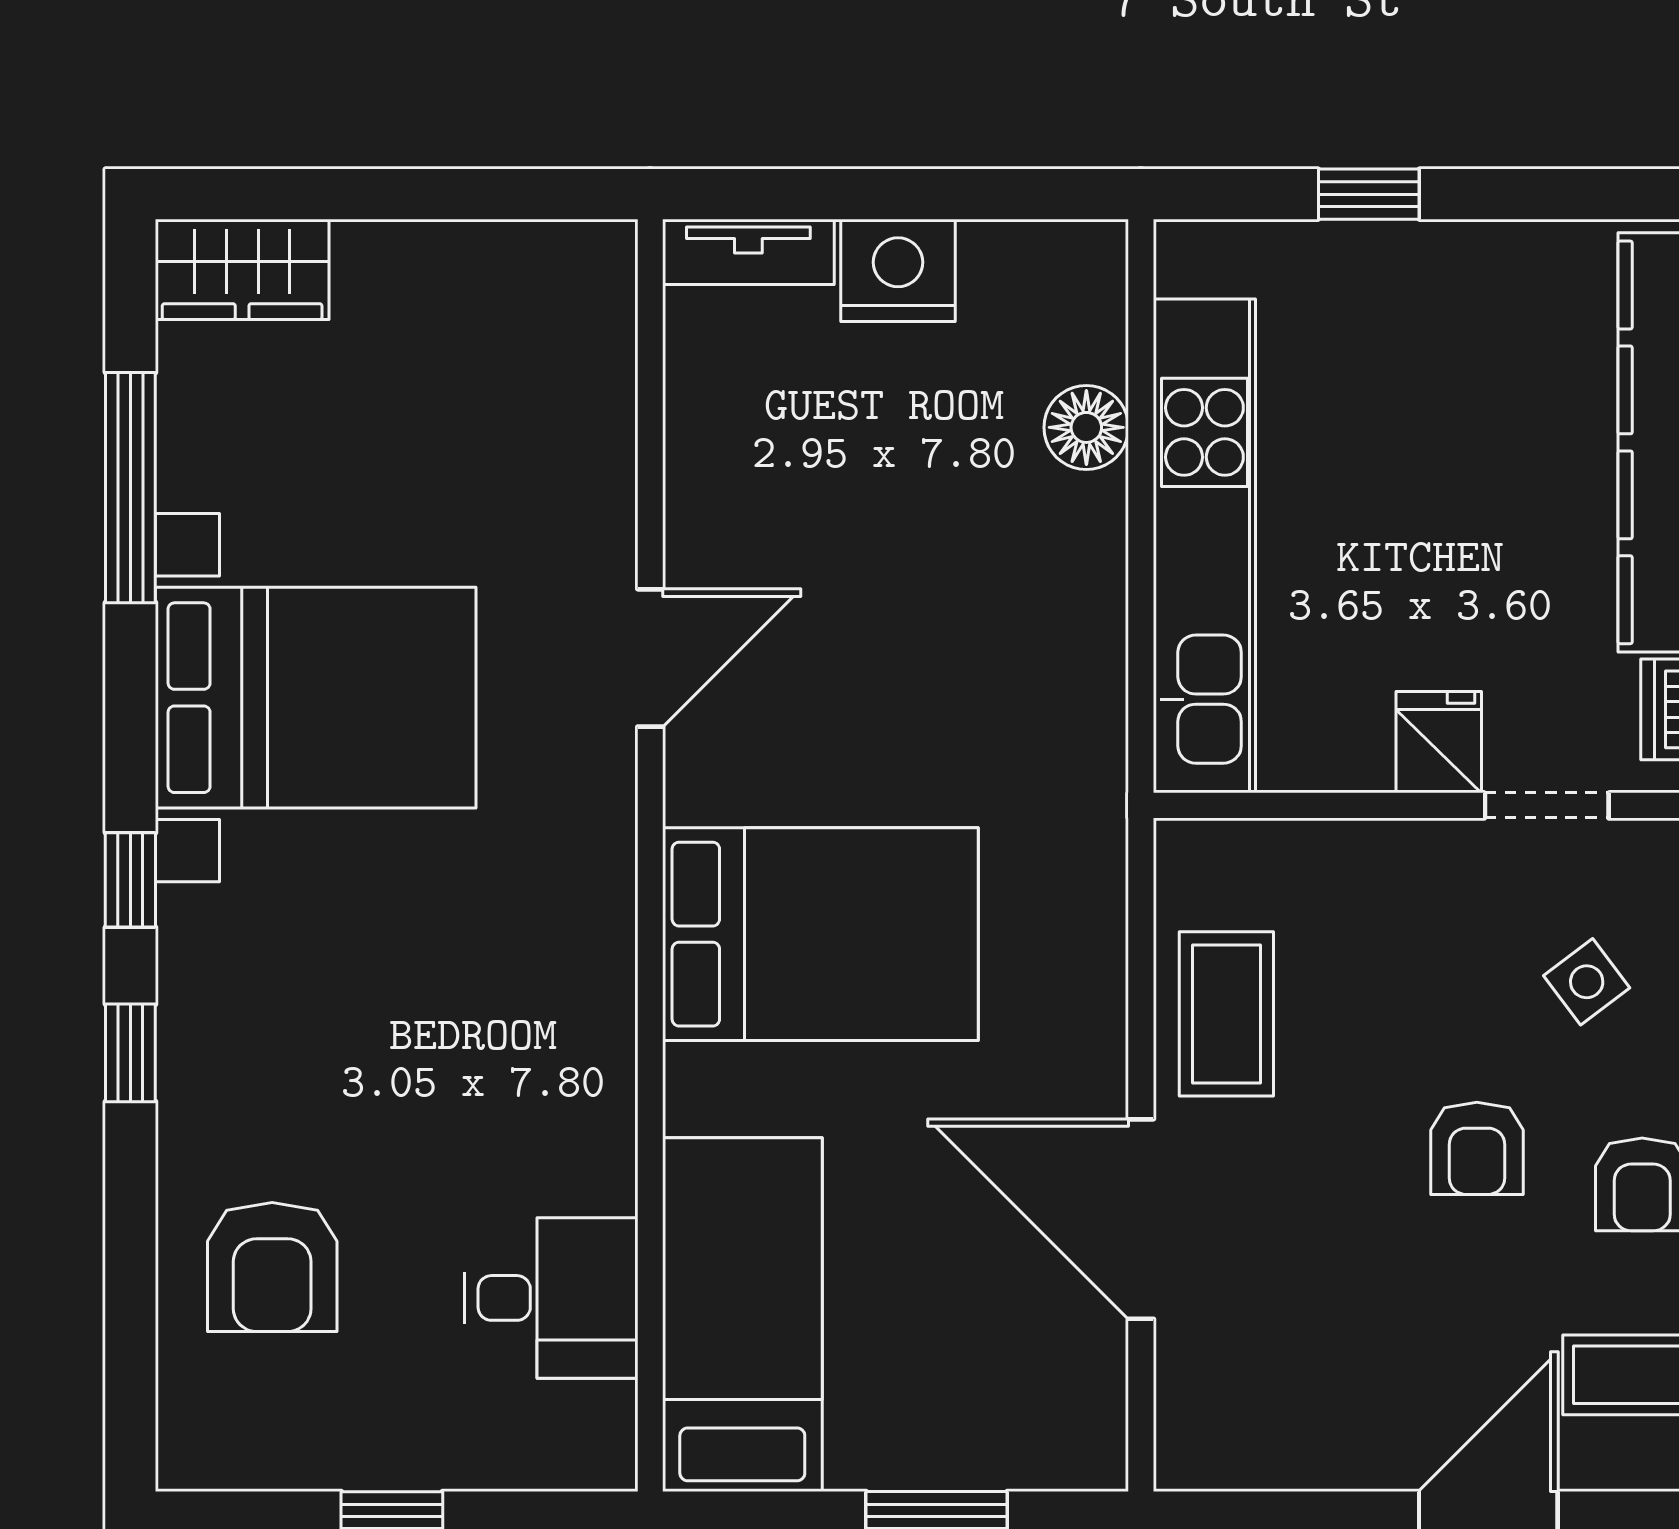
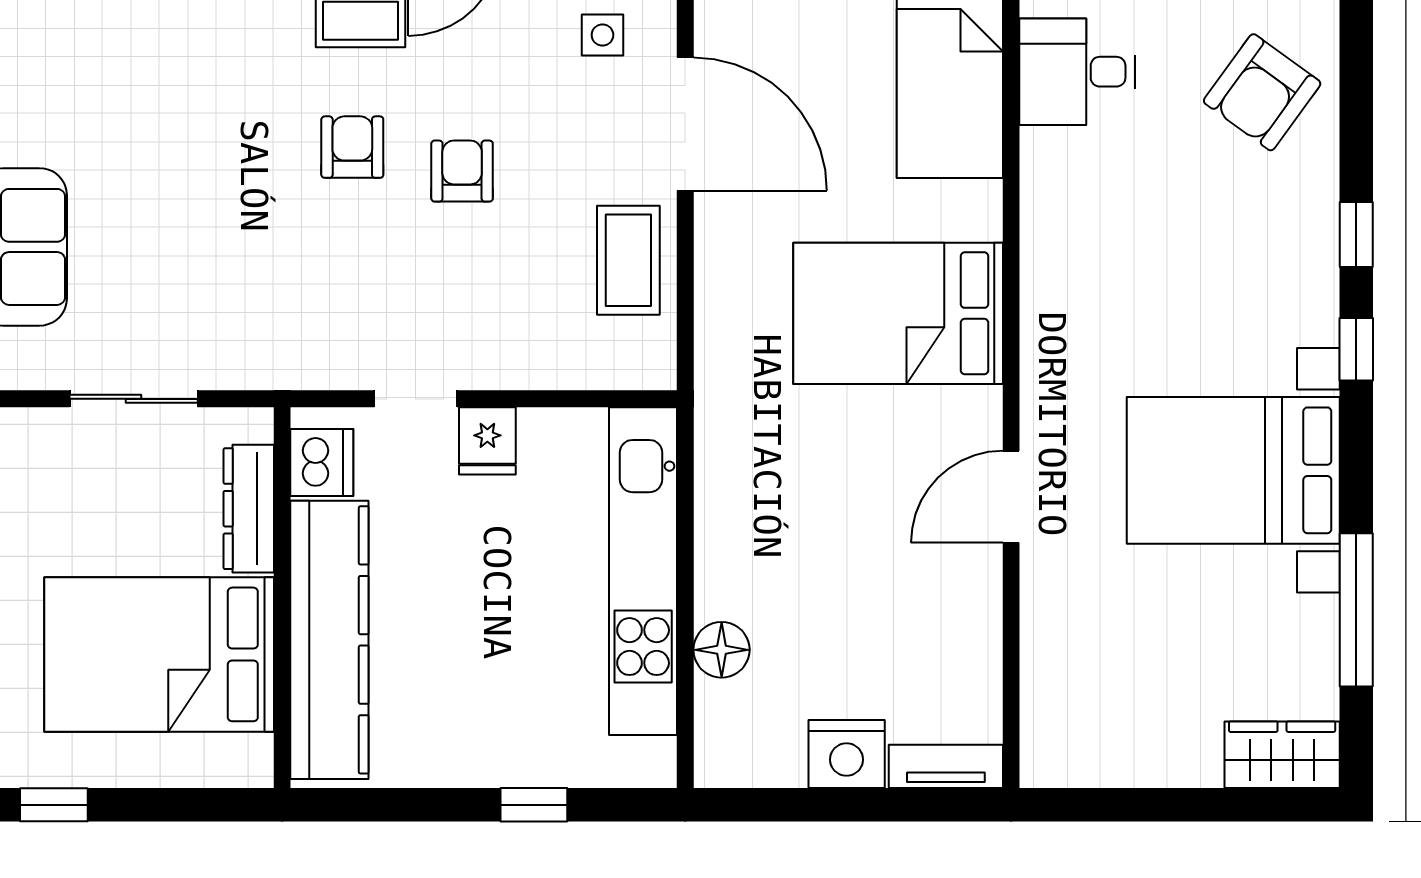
side table: (1587, 982) -> (602, 35), moved, turned 37
armchair: (272, 1267) -> (1262, 92), turned -144

